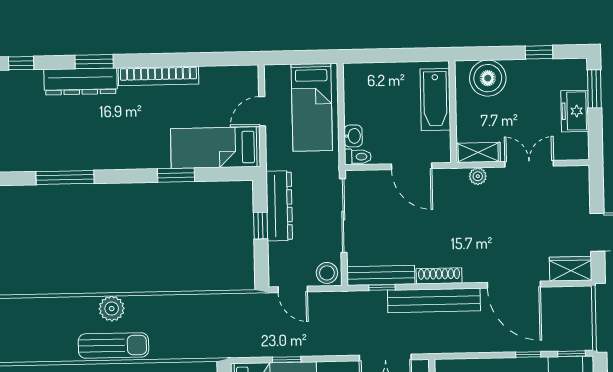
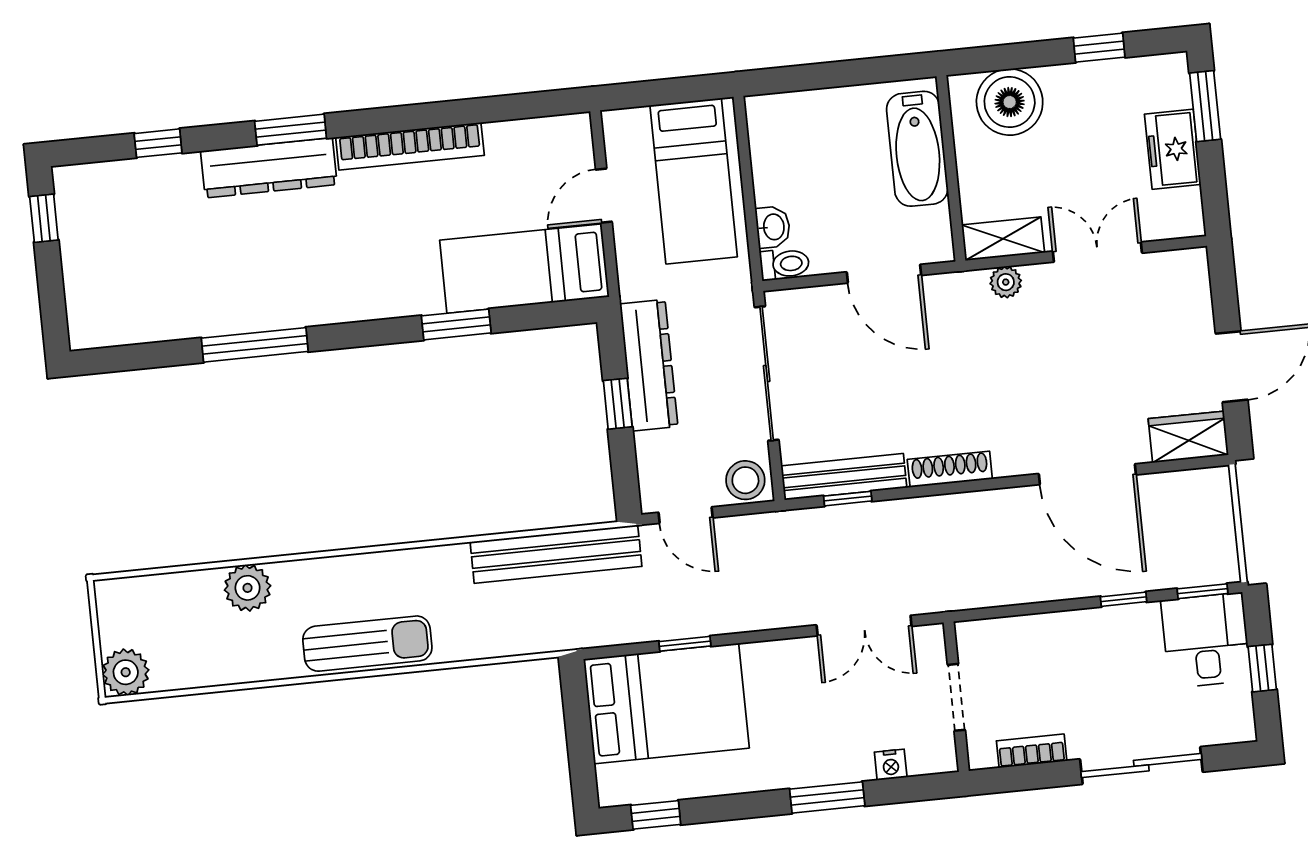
bench: (434, 300) -> (556, 554), moved
plant: (112, 309) -> (248, 588), moved

